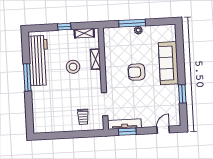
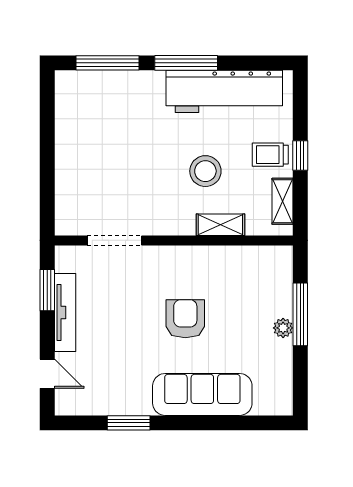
window: (29, 111) -> (107, 63), added
trolley: (83, 117) -> (270, 155), moved
tv unit: (125, 124) -> (65, 312), moved

